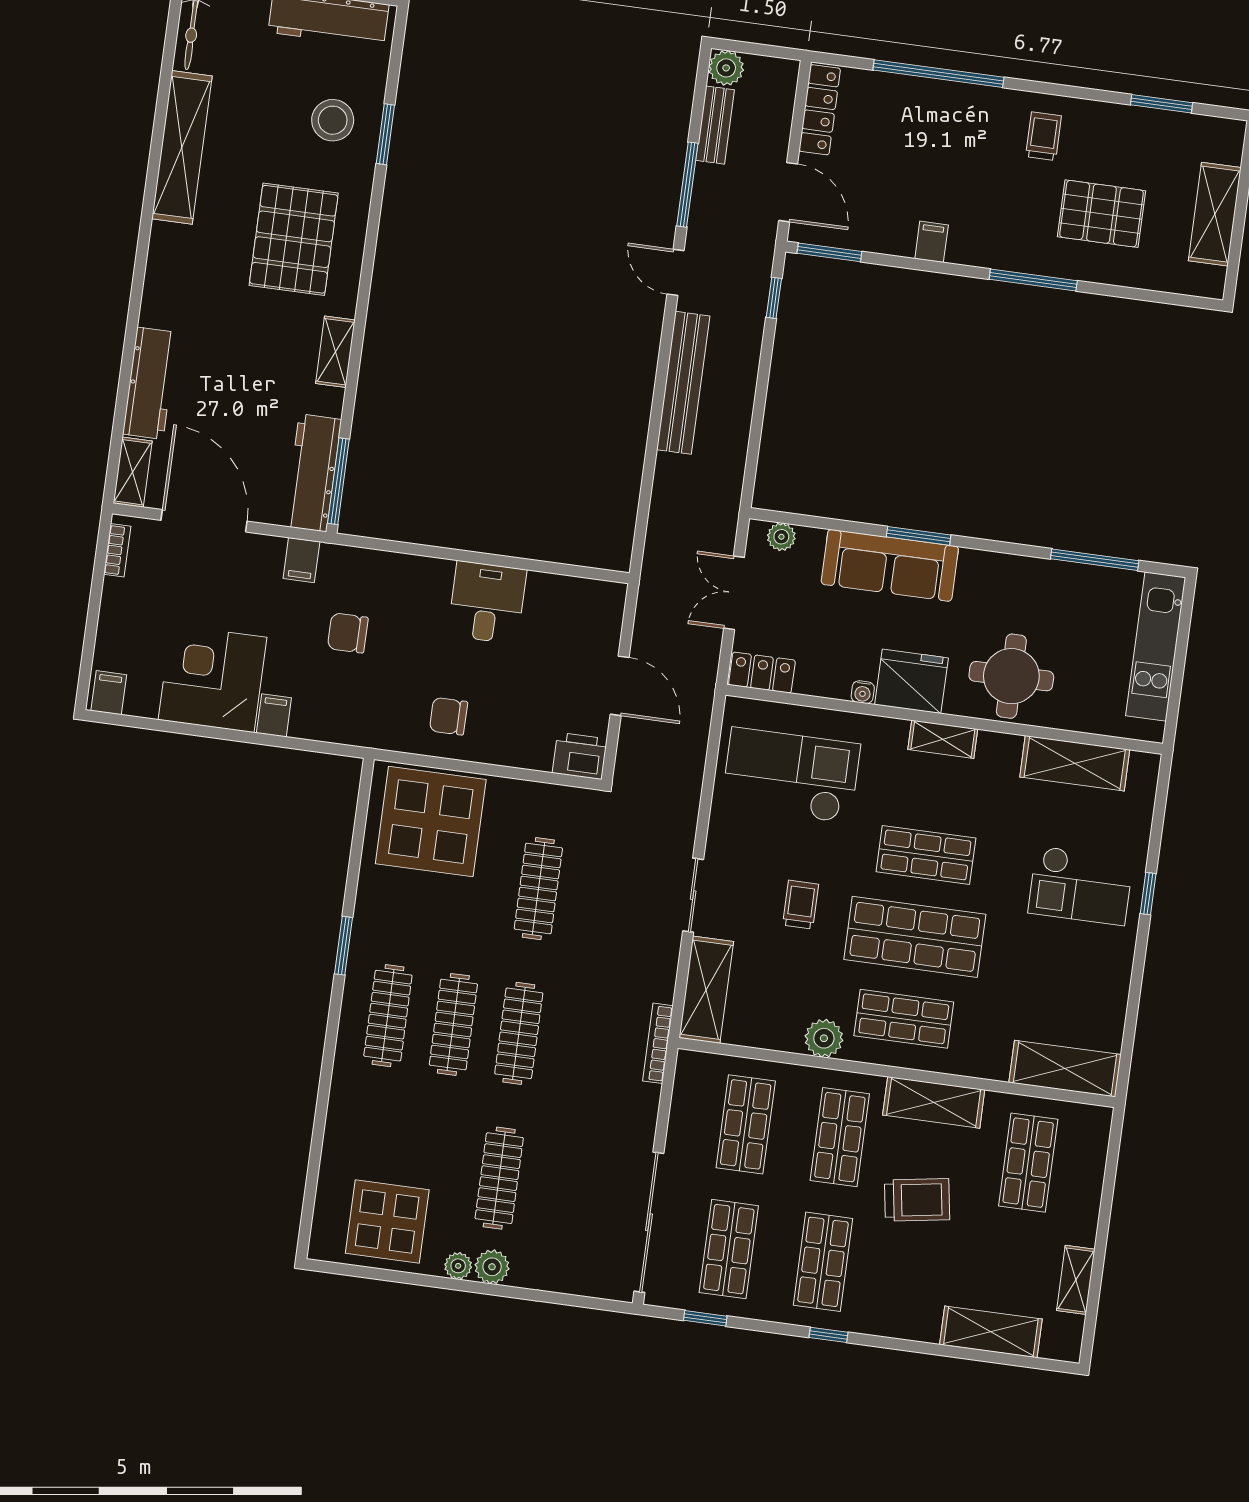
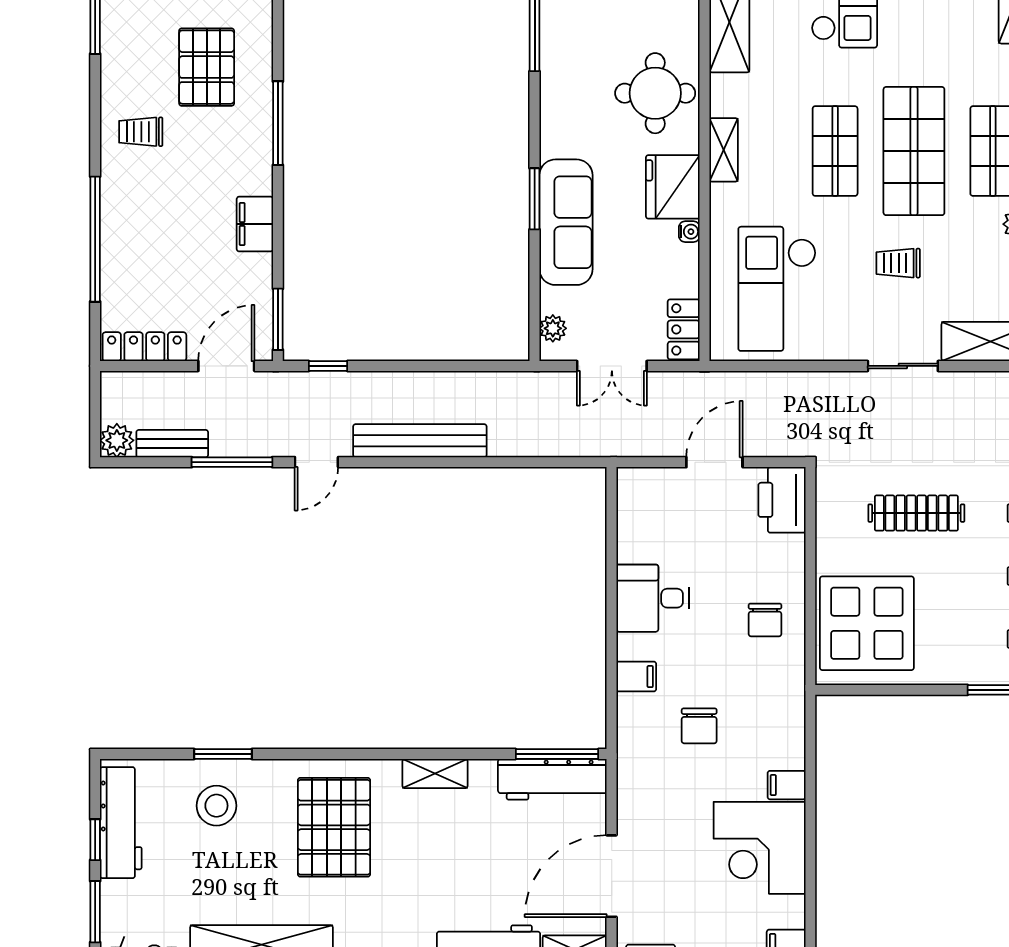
pallet: (294, 239) -> (334, 827), turned 90
filing cabinet: (932, 242) -> (255, 224), width x2.00
filing cabinet: (301, 560) -> (636, 677), moved
printer: (580, 756) -> (782, 500), width x1.37, depth x1.19

